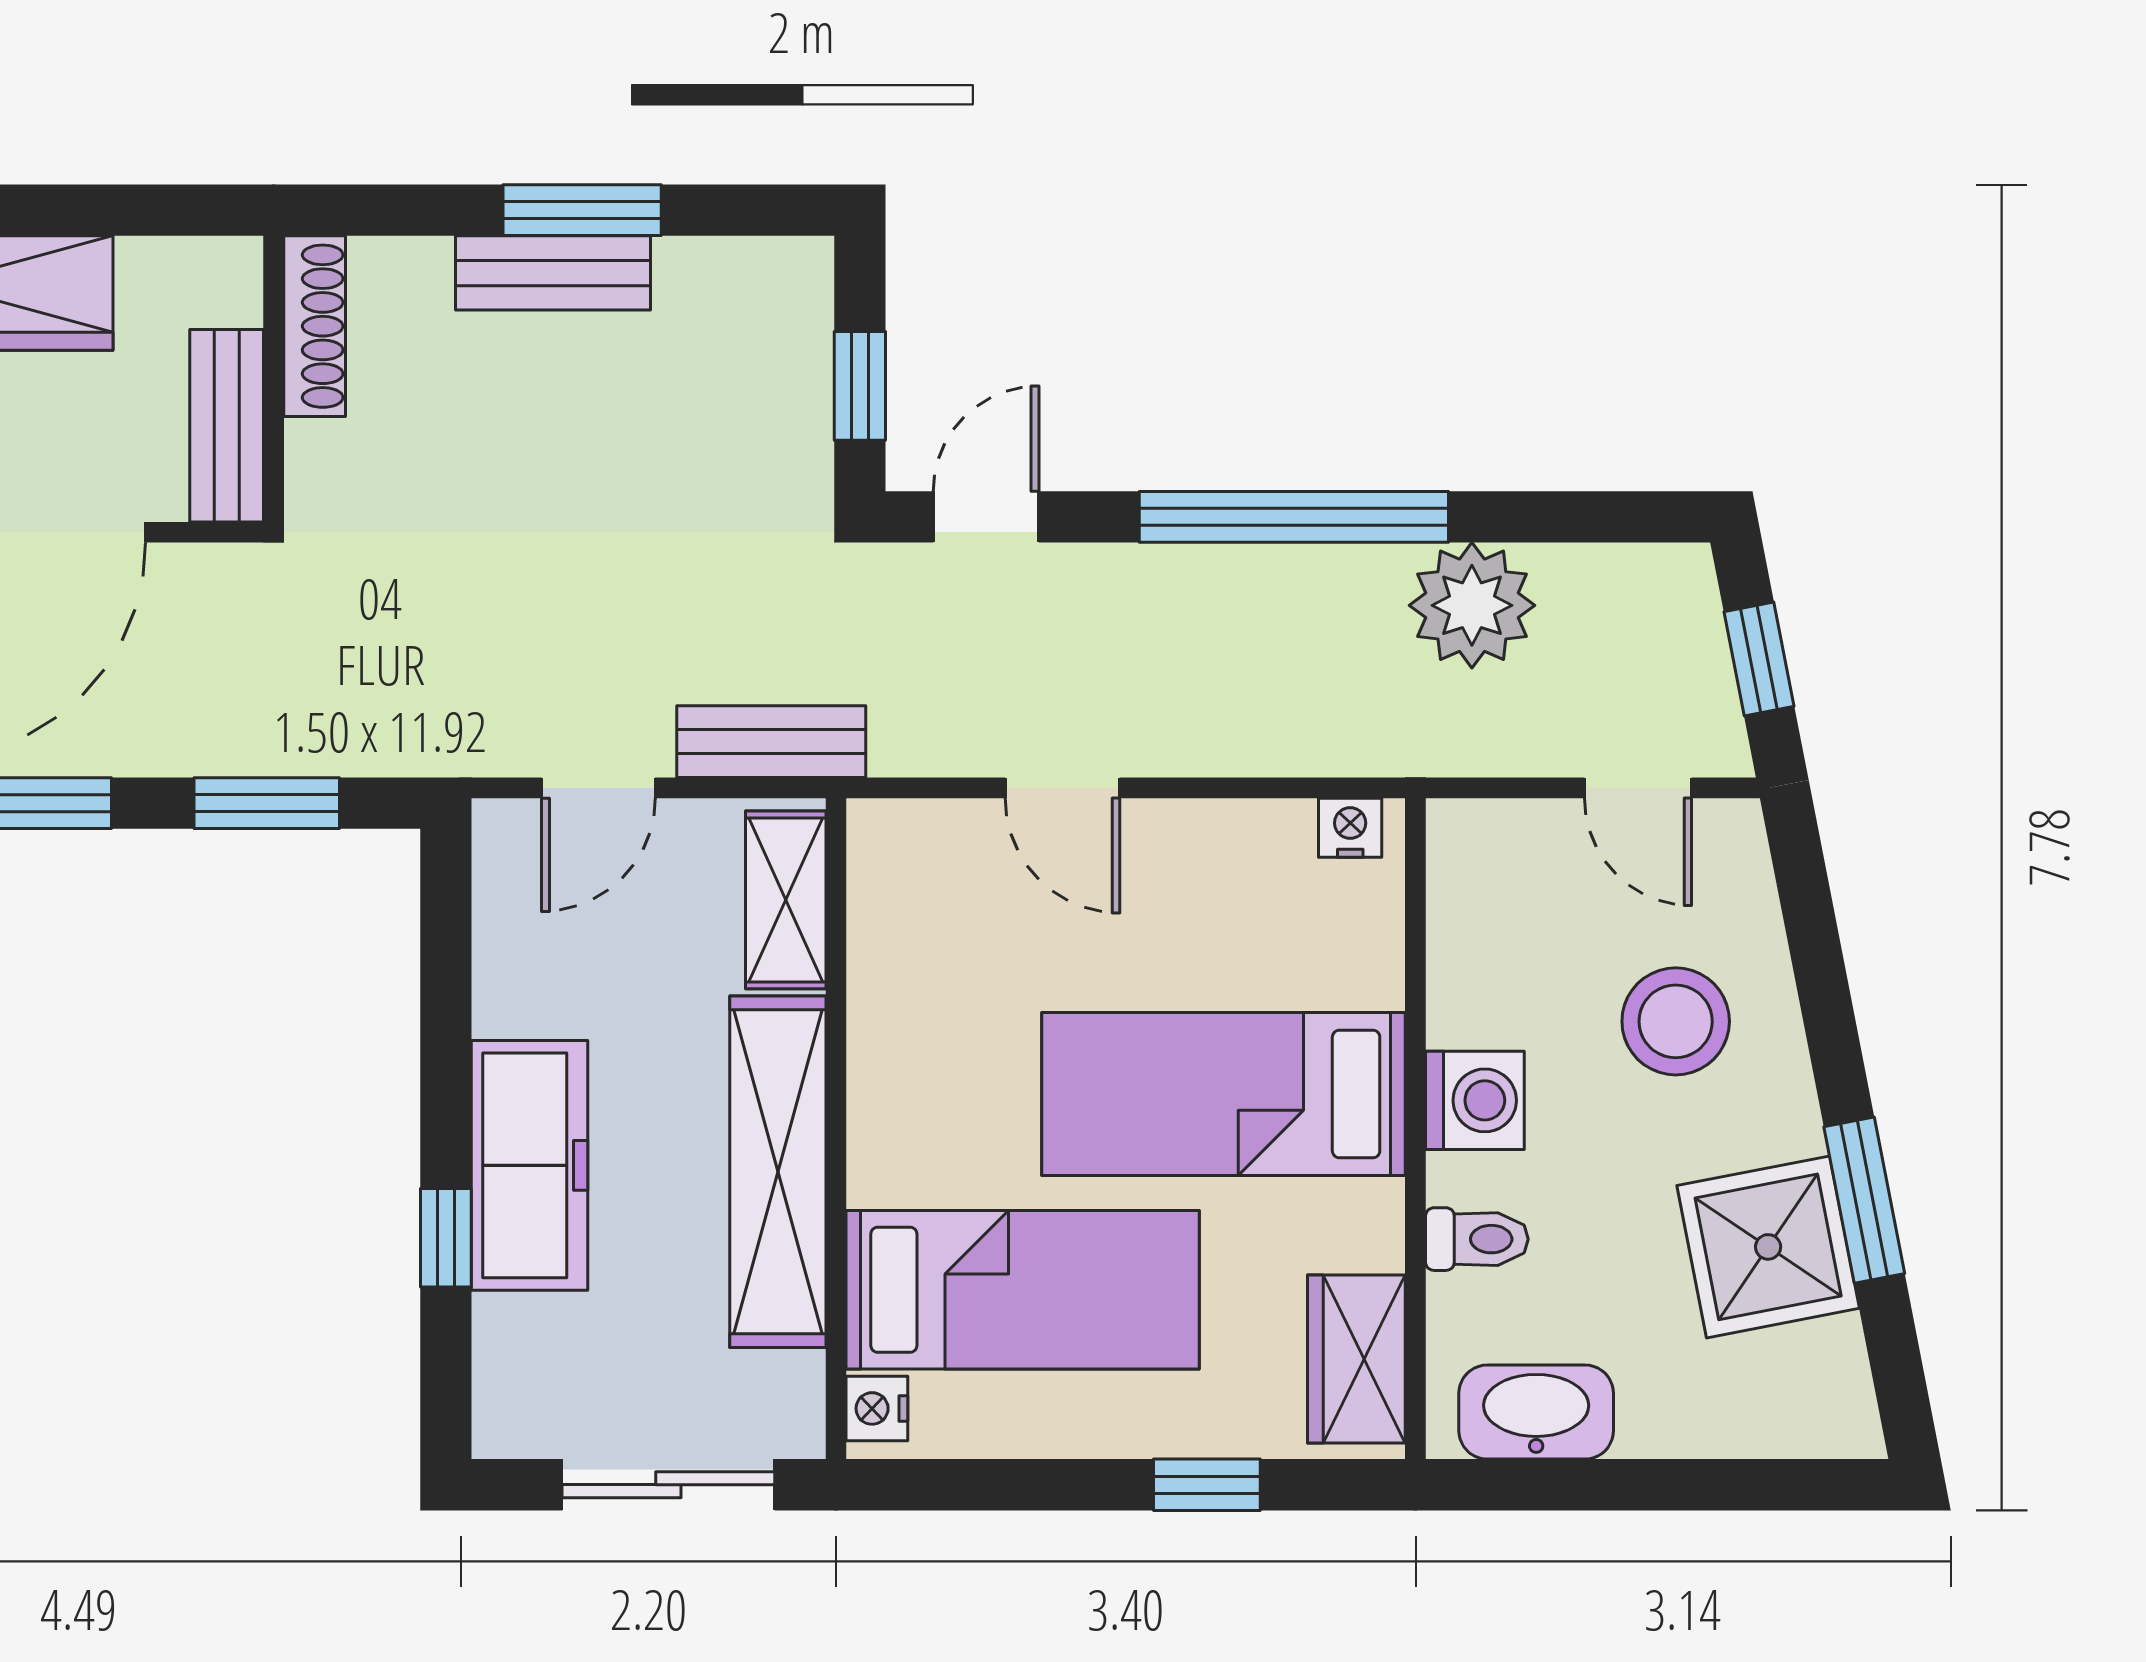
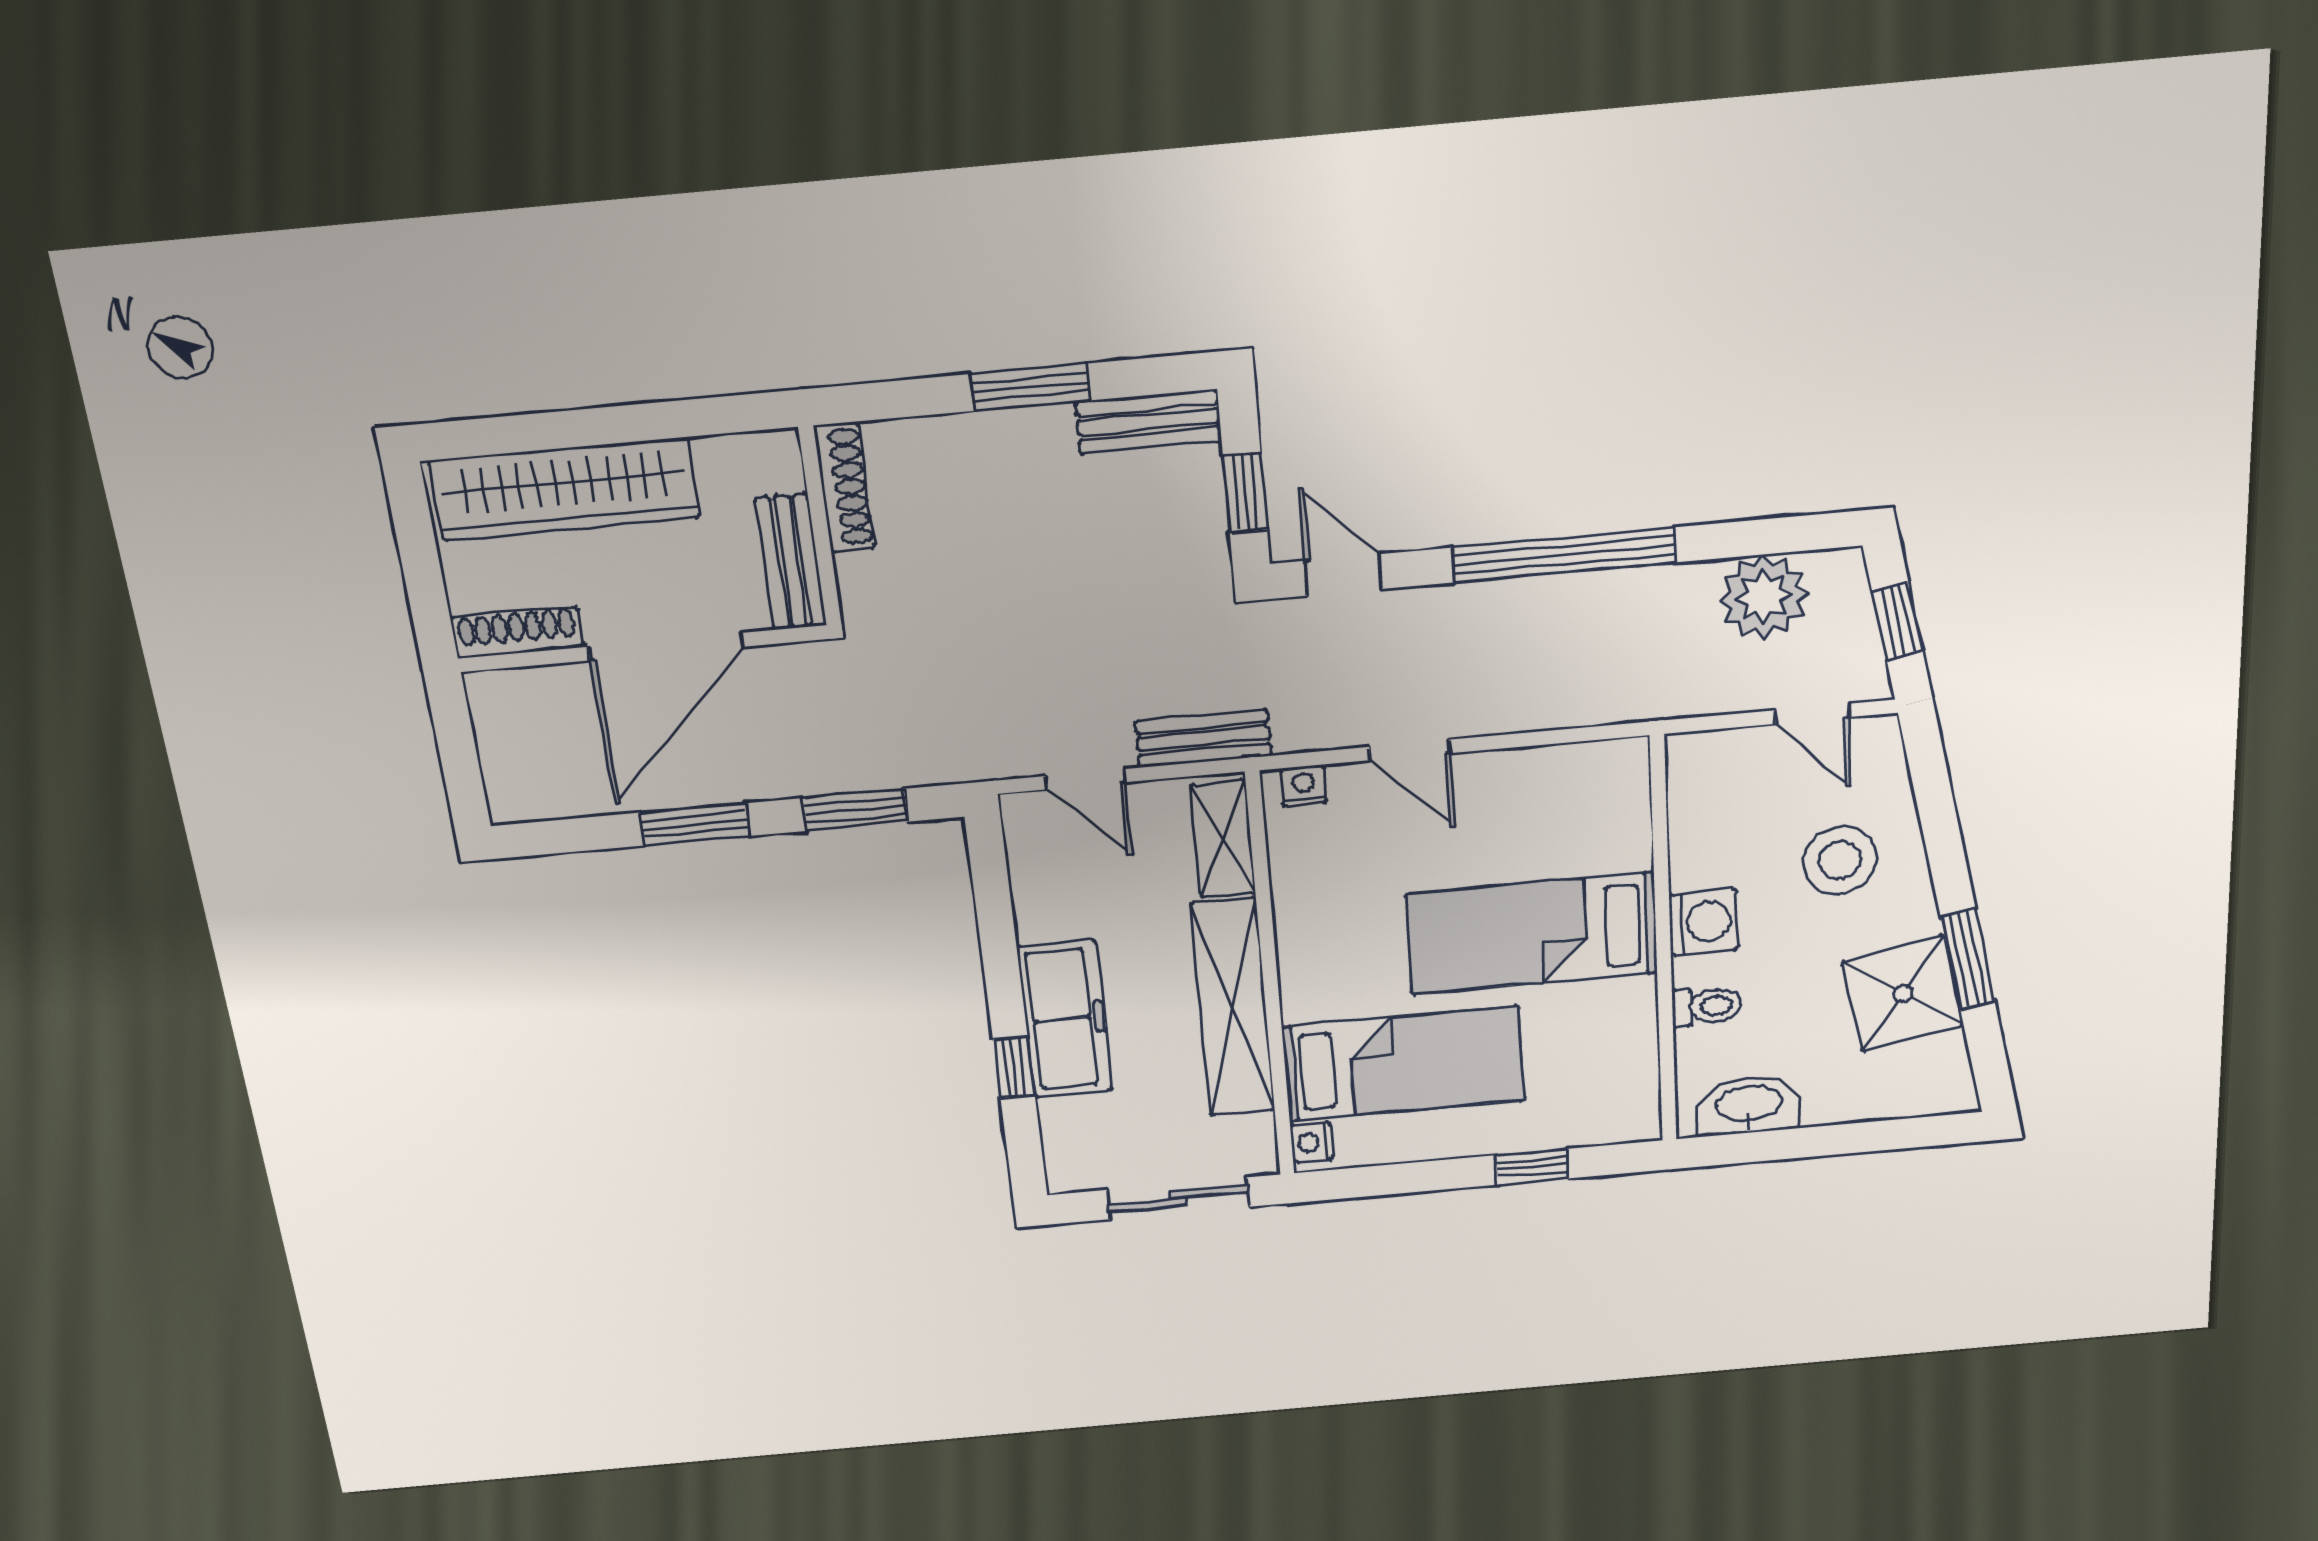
bench: (553, 273) -> (1148, 422), moved
door: (986, 517) -> (1343, 575), hinge flipped
plant: (1472, 605) -> (1764, 597), moved
door: (598, 788) -> (1085, 779), hinge flipped
nightstand: (1350, 828) -> (1303, 786), moved
wardrobe: (1356, 1359) -> (1628, 1085), removed

